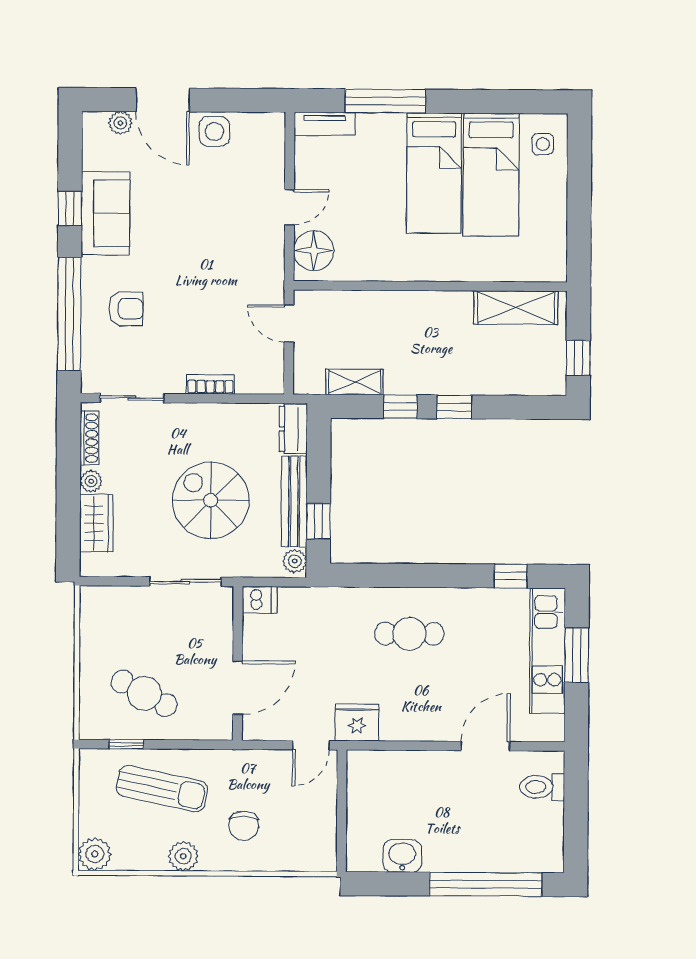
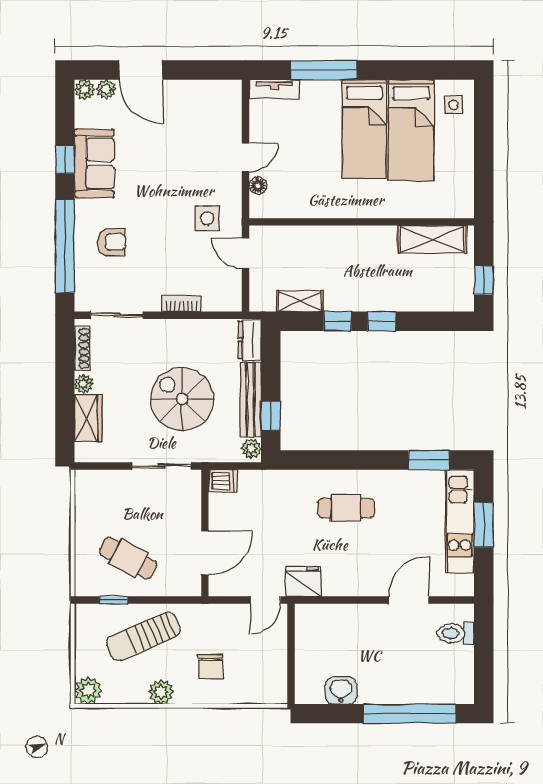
plant: (94, 123) -> (85, 90), added
side table: (214, 132) -> (207, 218), moved
floor lamp: (314, 251) -> (258, 186), width x0.53, depth x0.53
window: (511, 576) -> (429, 460), width x1.50
sun lounger: (162, 789) -> (143, 636), turned 145

